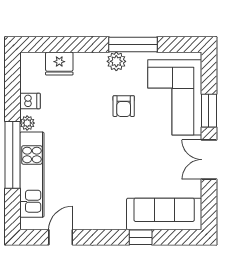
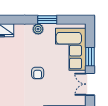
window: (133, 44) -> (47, 20), width x0.69
armchair: (124, 106) -> (38, 73), moved

